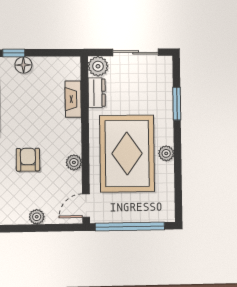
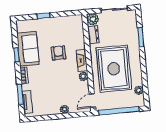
floor lamp: (23, 65) -> (50, 22), removed
fireplace: (73, 99) -> (82, 60), moved
plant: (166, 153) -> (139, 90), moved
armchair: (28, 160) -> (59, 53), moved

